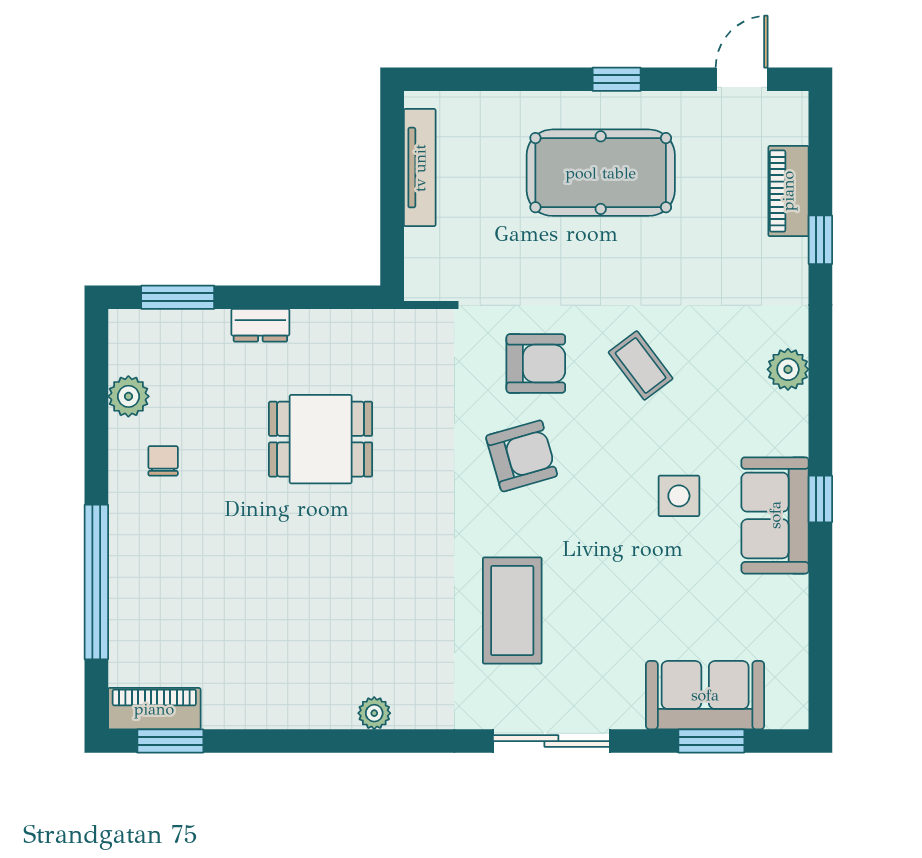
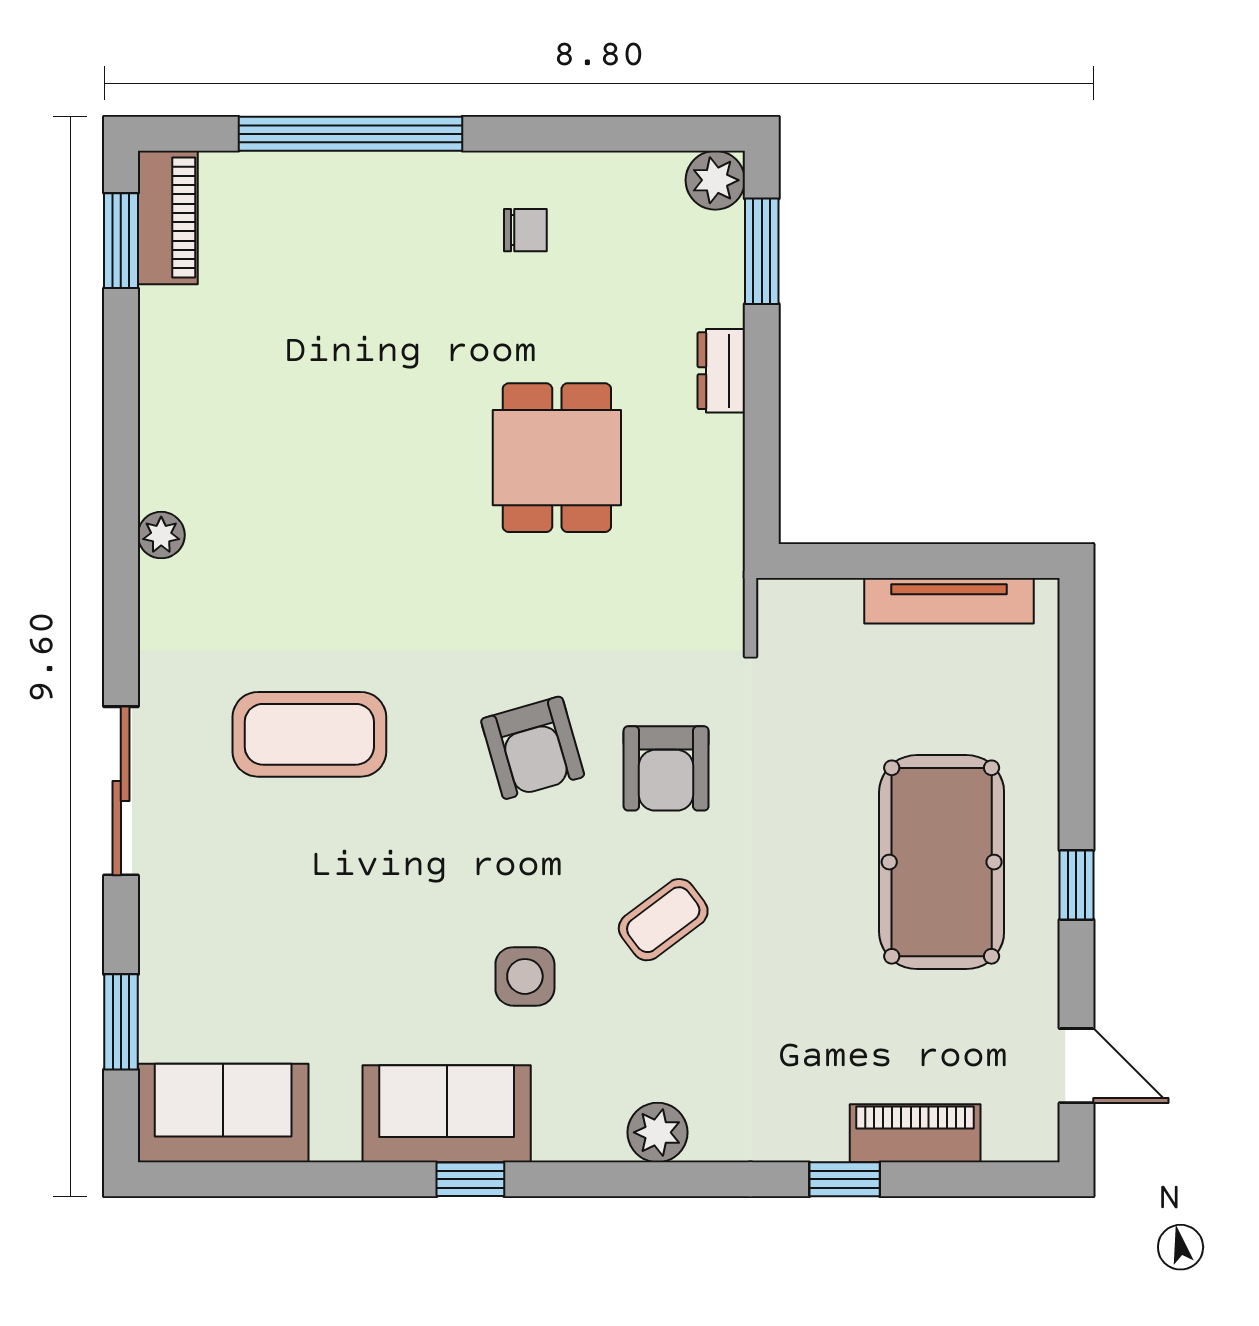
plant: (128, 396) -> (715, 180), moved
side table: (679, 496) -> (525, 976), moved
sofa: (705, 695) -> (223, 1113), moved, turned -90

